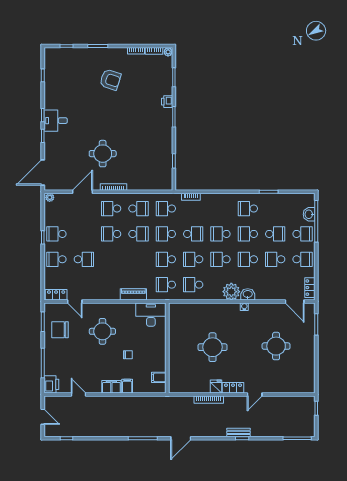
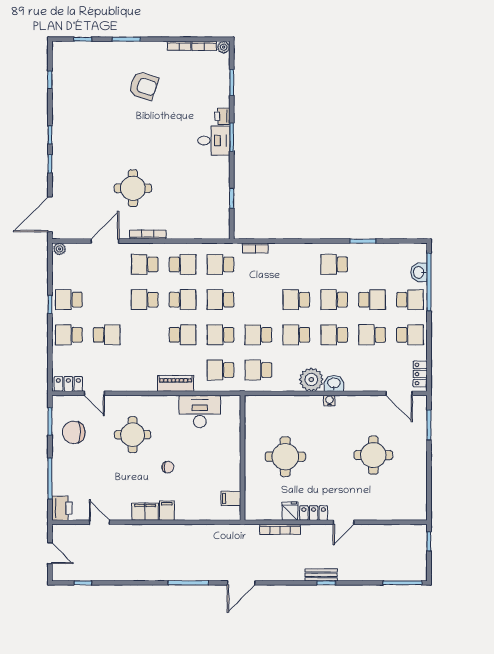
desk: (56, 121) -> (214, 141), moved, turned 180
school desk: (193, 234) -> (183, 335), moved
wall: (167, 348) -> (243, 458), moved
filing cabinet: (159, 377) -> (231, 498), moved

